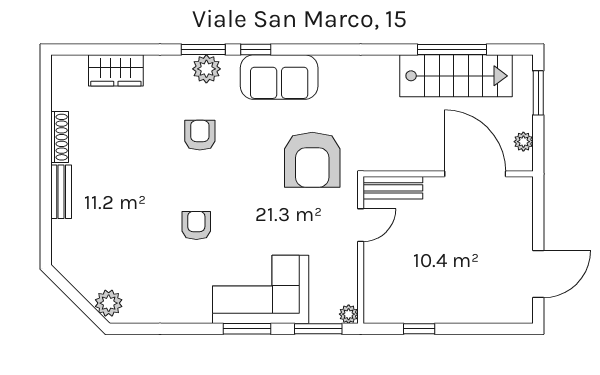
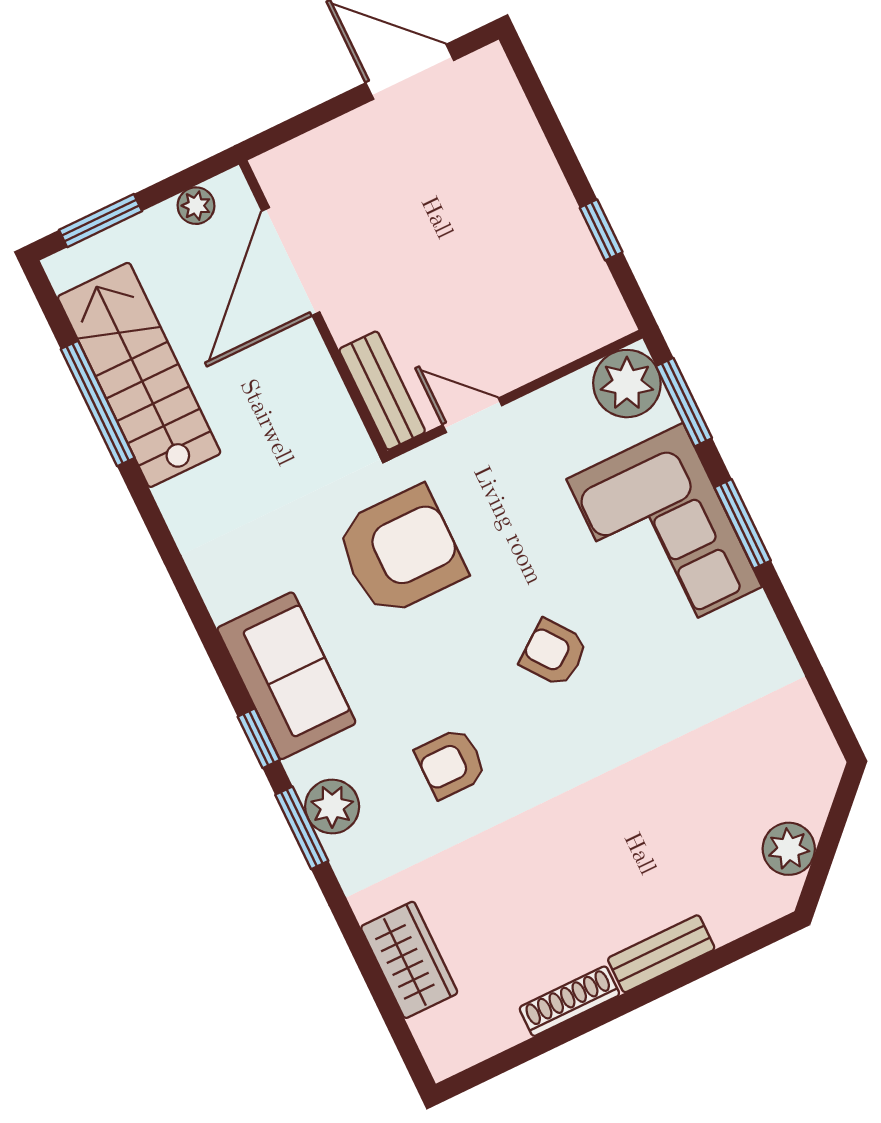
armchair: (196, 226) -> (554, 653), moved, turned 53
plant: (109, 303) -> (789, 849), moved
plant: (349, 314) -> (627, 384), width x1.87, depth x1.87

